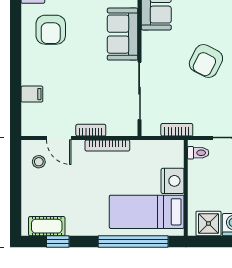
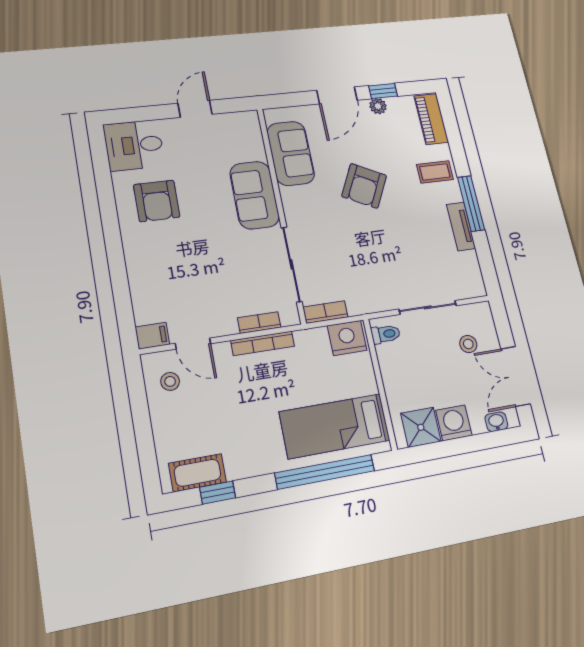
armchair: (206, 61) -> (364, 186), moved
filing cabinet: (32, 94) -> (152, 336), moved
bookcase: (91, 130) -> (259, 323), moved
bookcase: (177, 130) -> (325, 312), moved
nightstand: (173, 181) -> (347, 338), moved, turned -90

